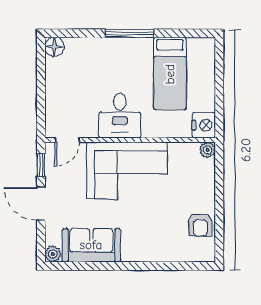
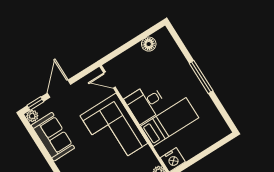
floor lamp: (54, 47) -> (149, 44), moved
bed: (170, 74) -> (170, 122), moved, turned 180
window: (41, 165) -> (35, 104), moved

